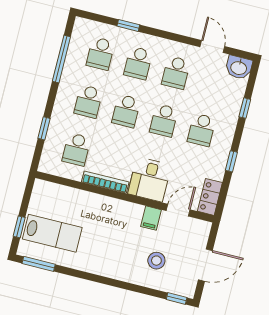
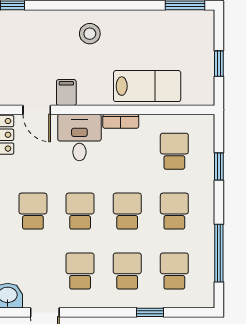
bookcase: (105, 182) -> (121, 121), width x0.64
door: (178, 210) -> (37, 110), hinge flipped
window: (19, 227) -> (219, 64), moved
lab bench: (52, 233) -> (147, 86), moved, turned 180
stool: (156, 261) -> (90, 34), moved

